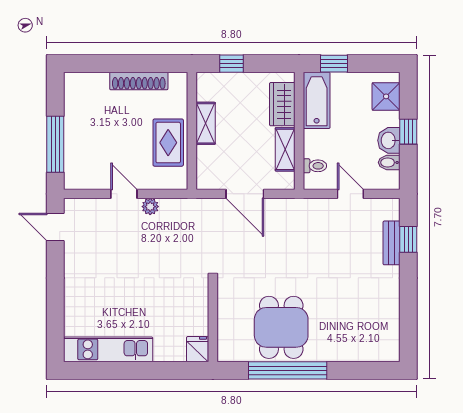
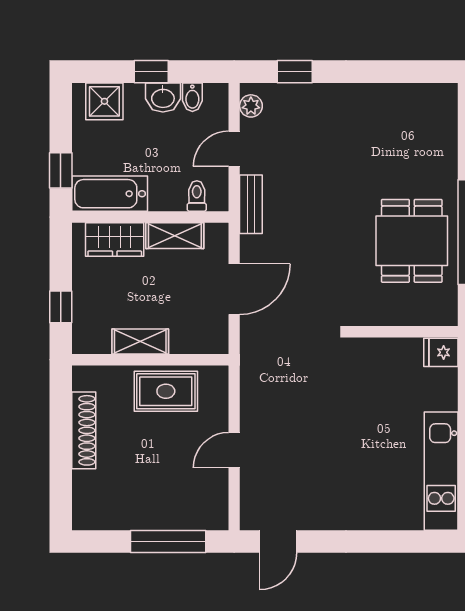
plant: (150, 207) -> (251, 106), moved
bench: (392, 243) -> (251, 204), moved, turned 90
dining table: (281, 327) -> (412, 241), turned 90

